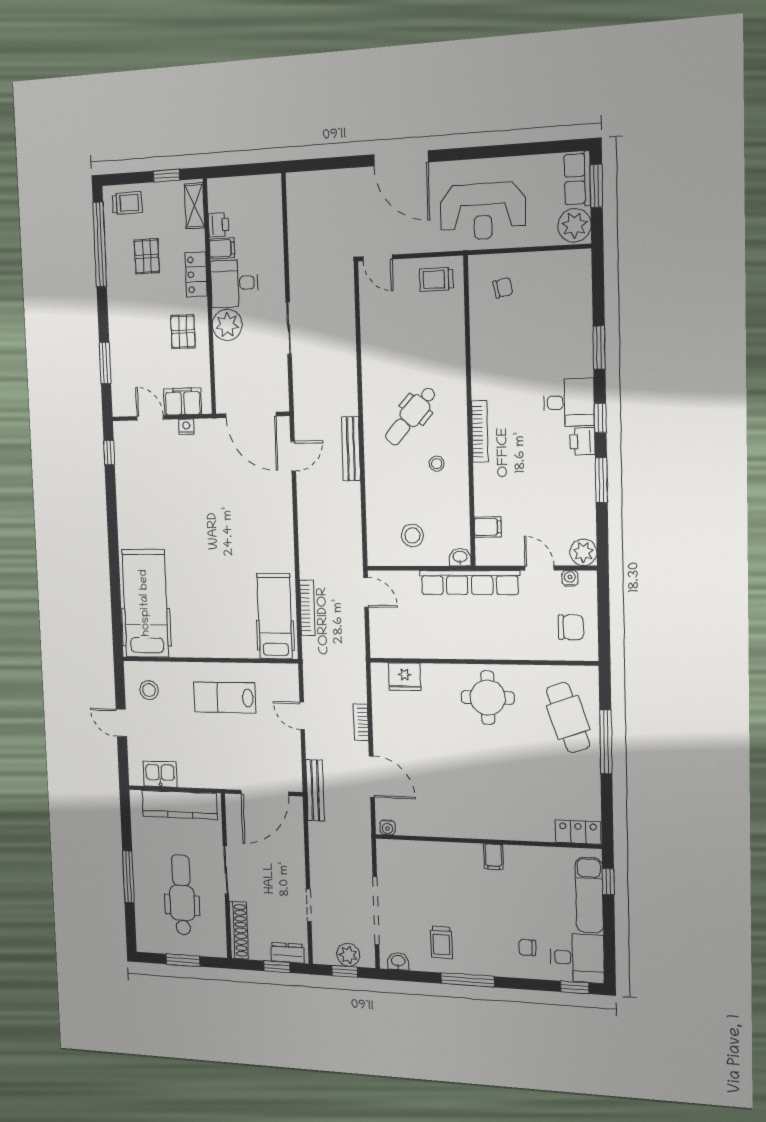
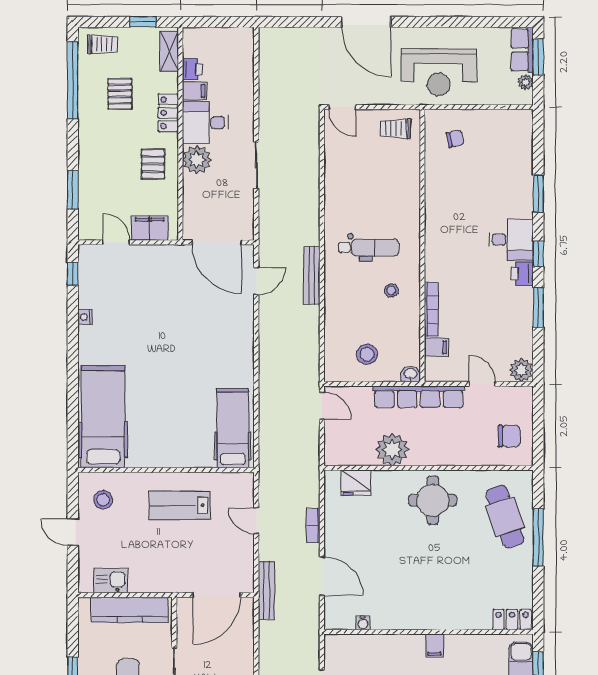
plant: (574, 225) -> (525, 82), width x0.53, depth x0.53
dental chair: (411, 416) -> (369, 247), turned -132
nightstand: (186, 427) -> (85, 317), moved, turned -90
bookcase: (480, 431) -> (431, 310), moved
water cooler: (570, 578) -> (509, 393), removed
bookcase: (307, 608) -> (265, 420), removed
plant: (442, 641) -> (392, 449), added
water cooler: (387, 827) -> (363, 623), moved

